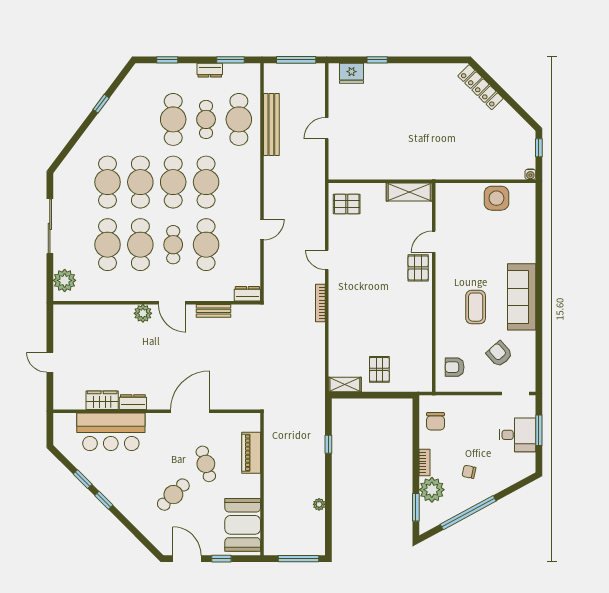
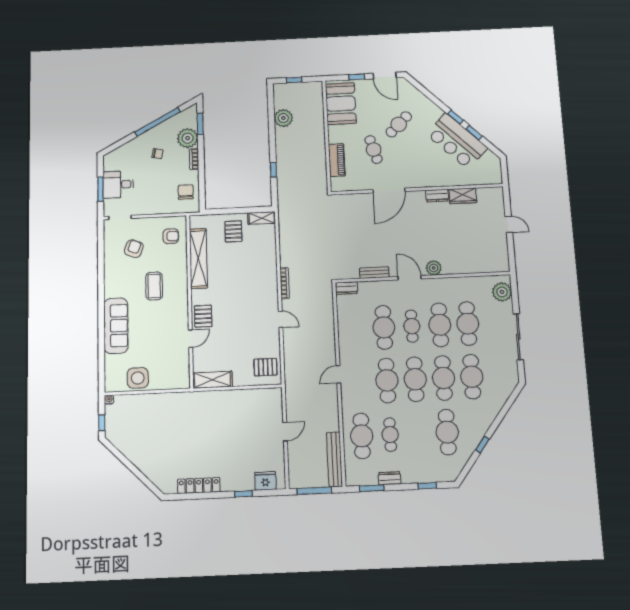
locker: (480, 87) -> (199, 486), moved, turned -45
cafe table: (173, 119) -> (447, 432), moved
bench: (271, 124) -> (334, 459), moved
door: (262, 230) -> (338, 374), moved
sofa: (522, 297) -> (116, 326), moved
shelving: (422, 338) -> (198, 258), added
armchair: (499, 354) -> (134, 249), turned -117
bar counter: (111, 432) -> (457, 141), moved, turned -135
plant: (319, 504) -> (283, 118), width x1.88, depth x1.88
window: (298, 559) -> (294, 80), width x0.46

